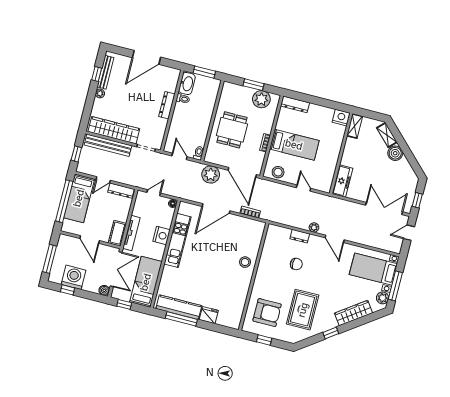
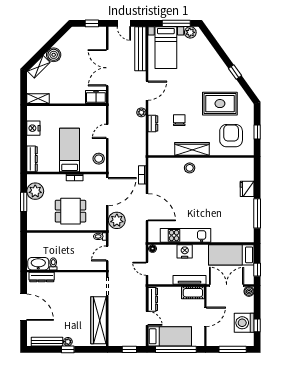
window: (204, 72) -> (24, 250), removed
window: (97, 74) -> (68, 349), moved
dresser: (167, 105) -> (42, 277), moved
nightstand: (341, 118) -> (33, 128), moved
bench: (108, 145) -> (140, 49), moved
freezer: (342, 181) -> (96, 97), width x0.71
double door: (384, 209) -> (107, 68), moved
kitchen counter: (179, 307) -> (247, 218), removed
wardrobe: (354, 313) -> (192, 149), moved, turned 126

